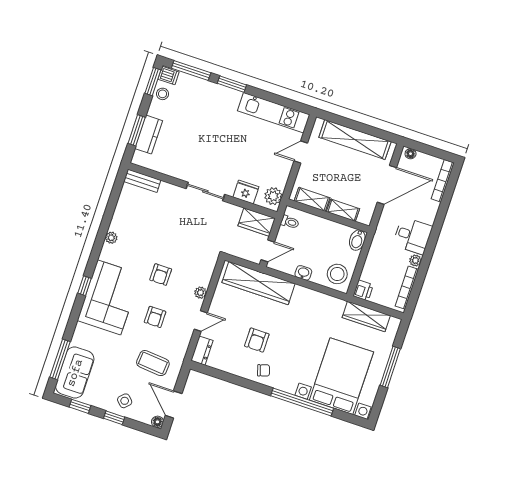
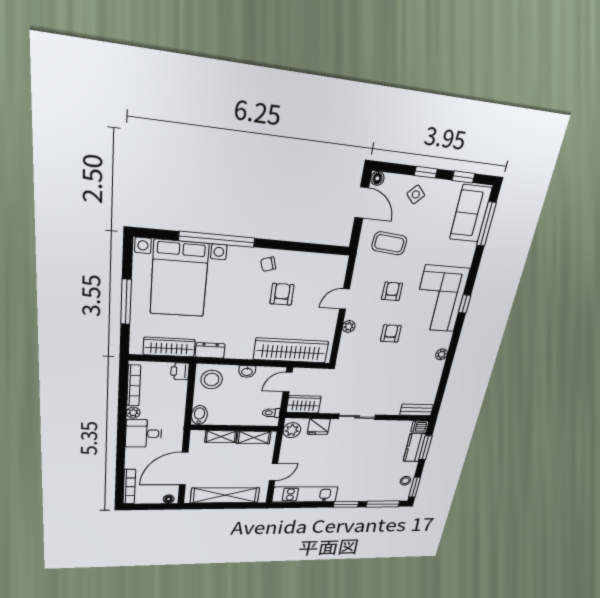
dishwasher: (168, 76) -> (420, 427), moved
dresser: (202, 351) -> (210, 350), moved, turned 90

